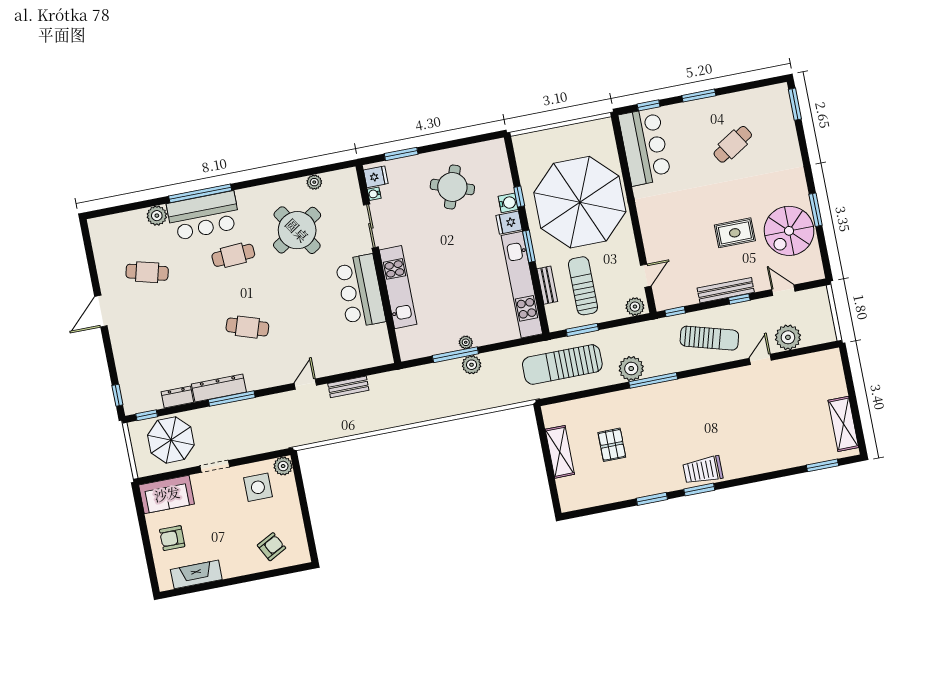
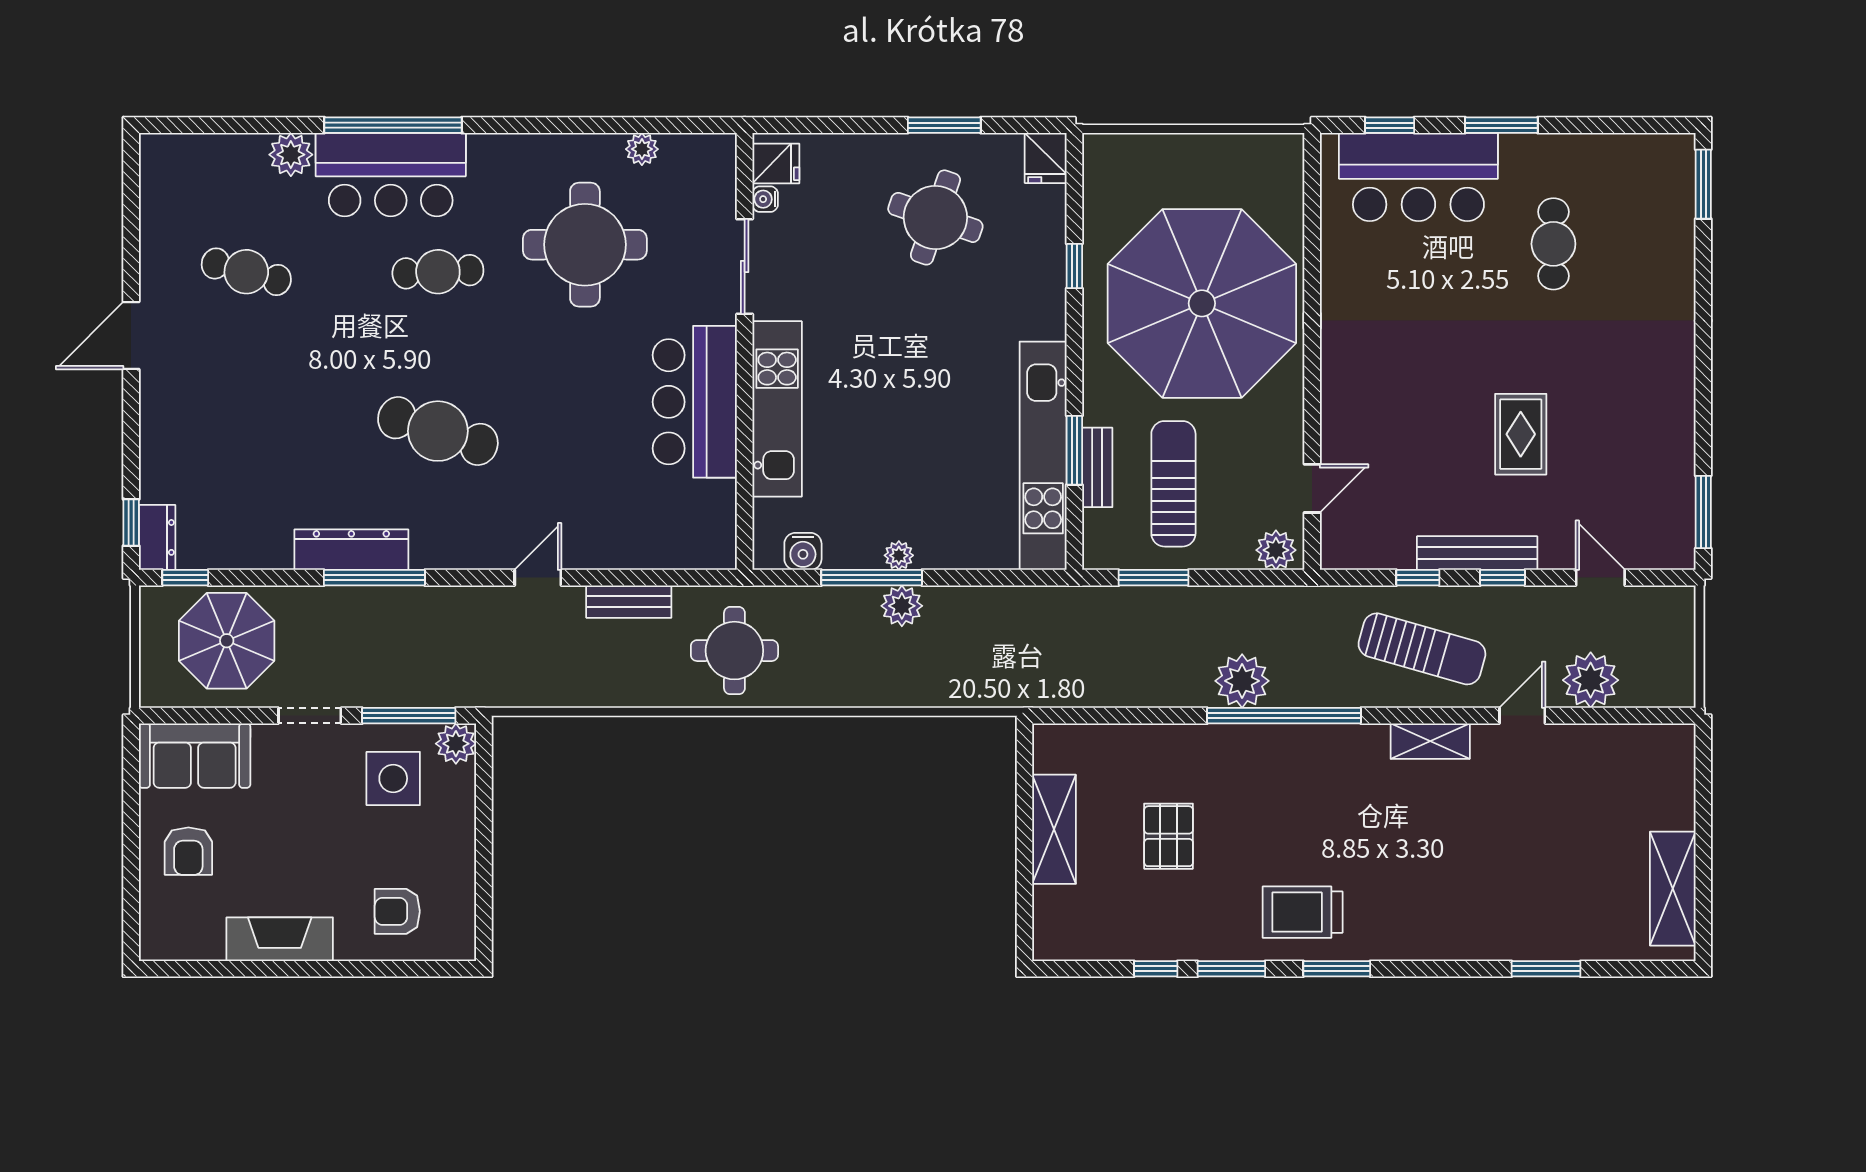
cafe table: (733, 144) -> (1553, 244), turned -58
bar counter: (645, 147) -> (1418, 177), moved, turned 90
window: (401, 154) -> (944, 125), moved
water cooler: (508, 203) -> (803, 551), moved, turned 90
window: (816, 210) -> (1703, 512), moved
fridge: (509, 223) -> (1046, 158), moved, turned -90
round table: (297, 230) -> (585, 245), turned 33
spiral stairs: (789, 231) -> (1638, 453), removed
rug: (735, 233) -> (1521, 434), turned 90
window: (529, 246) -> (1074, 450), moved
window: (675, 312) -> (1418, 578), moved
cafe table: (247, 327) -> (438, 431), width x1.37, depth x1.35
sun lounger: (562, 365) -> (1096, 644), removed
shelving: (721, 379) -> (1430, 741), added
window: (653, 380) -> (1284, 716), width x1.46
dresser: (177, 397) -> (157, 537), moved, turned 90
round table: (400, 400) -> (734, 651), added
window: (259, 458) -> (409, 716), added
window: (822, 465) -> (1546, 969), moved
trolley: (703, 470) -> (1303, 912), moved
window: (618, 506) -> (1156, 969), added
armchair: (172, 538) -> (188, 851), turned -90
armchair: (271, 547) -> (397, 911), turned -152
fireplace: (196, 574) -> (280, 939), moved

